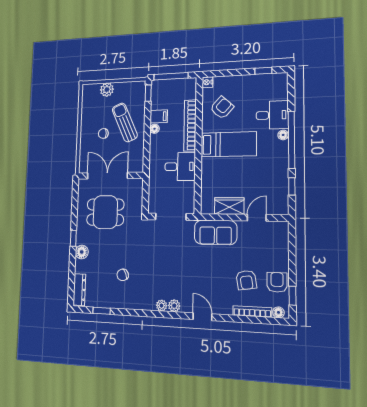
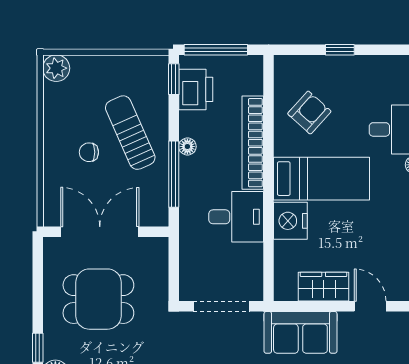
window: (263, 71) -> (340, 50), moved
nightstand: (207, 82) -> (290, 221), moved, width x1.89, depth x1.79
plant: (107, 90) -> (56, 68), moved
printer: (160, 98) -> (196, 89), added
filing cabinet: (159, 116) -> (195, 124), removed
window: (147, 144) -> (174, 174), added
door: (257, 218) -> (370, 306), hinge flipped

